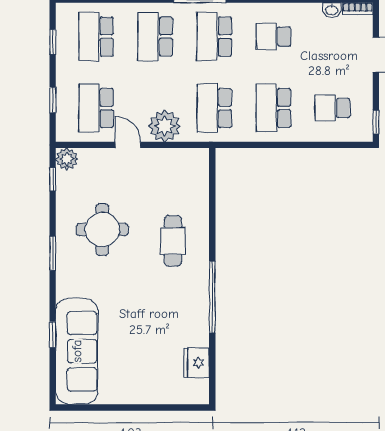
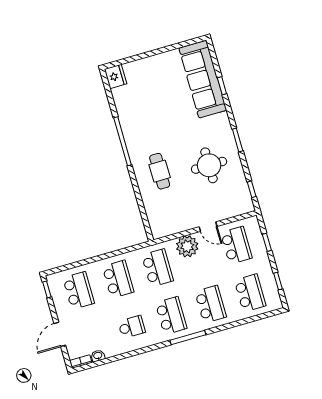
school desk: (332, 108) -> (79, 290), width x1.85
plant: (67, 159) -> (246, 206), removed
fridge: (196, 363) -> (115, 76), moved

